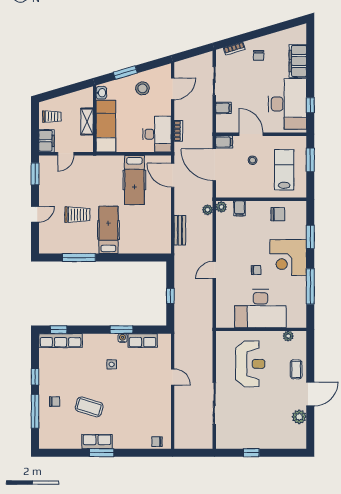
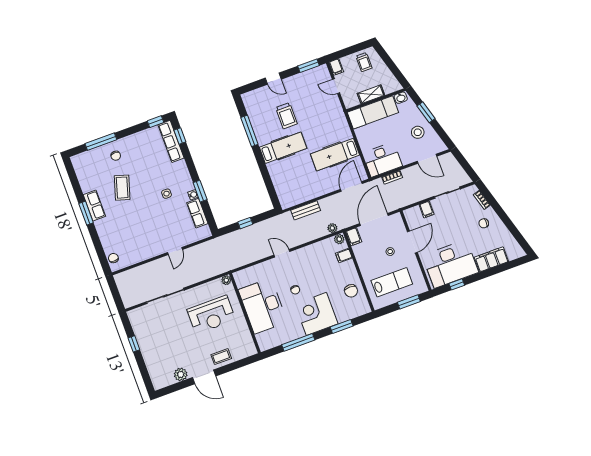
filing cabinet: (47, 141) -> (336, 67), width x0.50
filing cabinet: (224, 142) -> (354, 237), moved
plant: (288, 336) -> (226, 280), moved
window: (35, 377) -> (155, 122), moved

